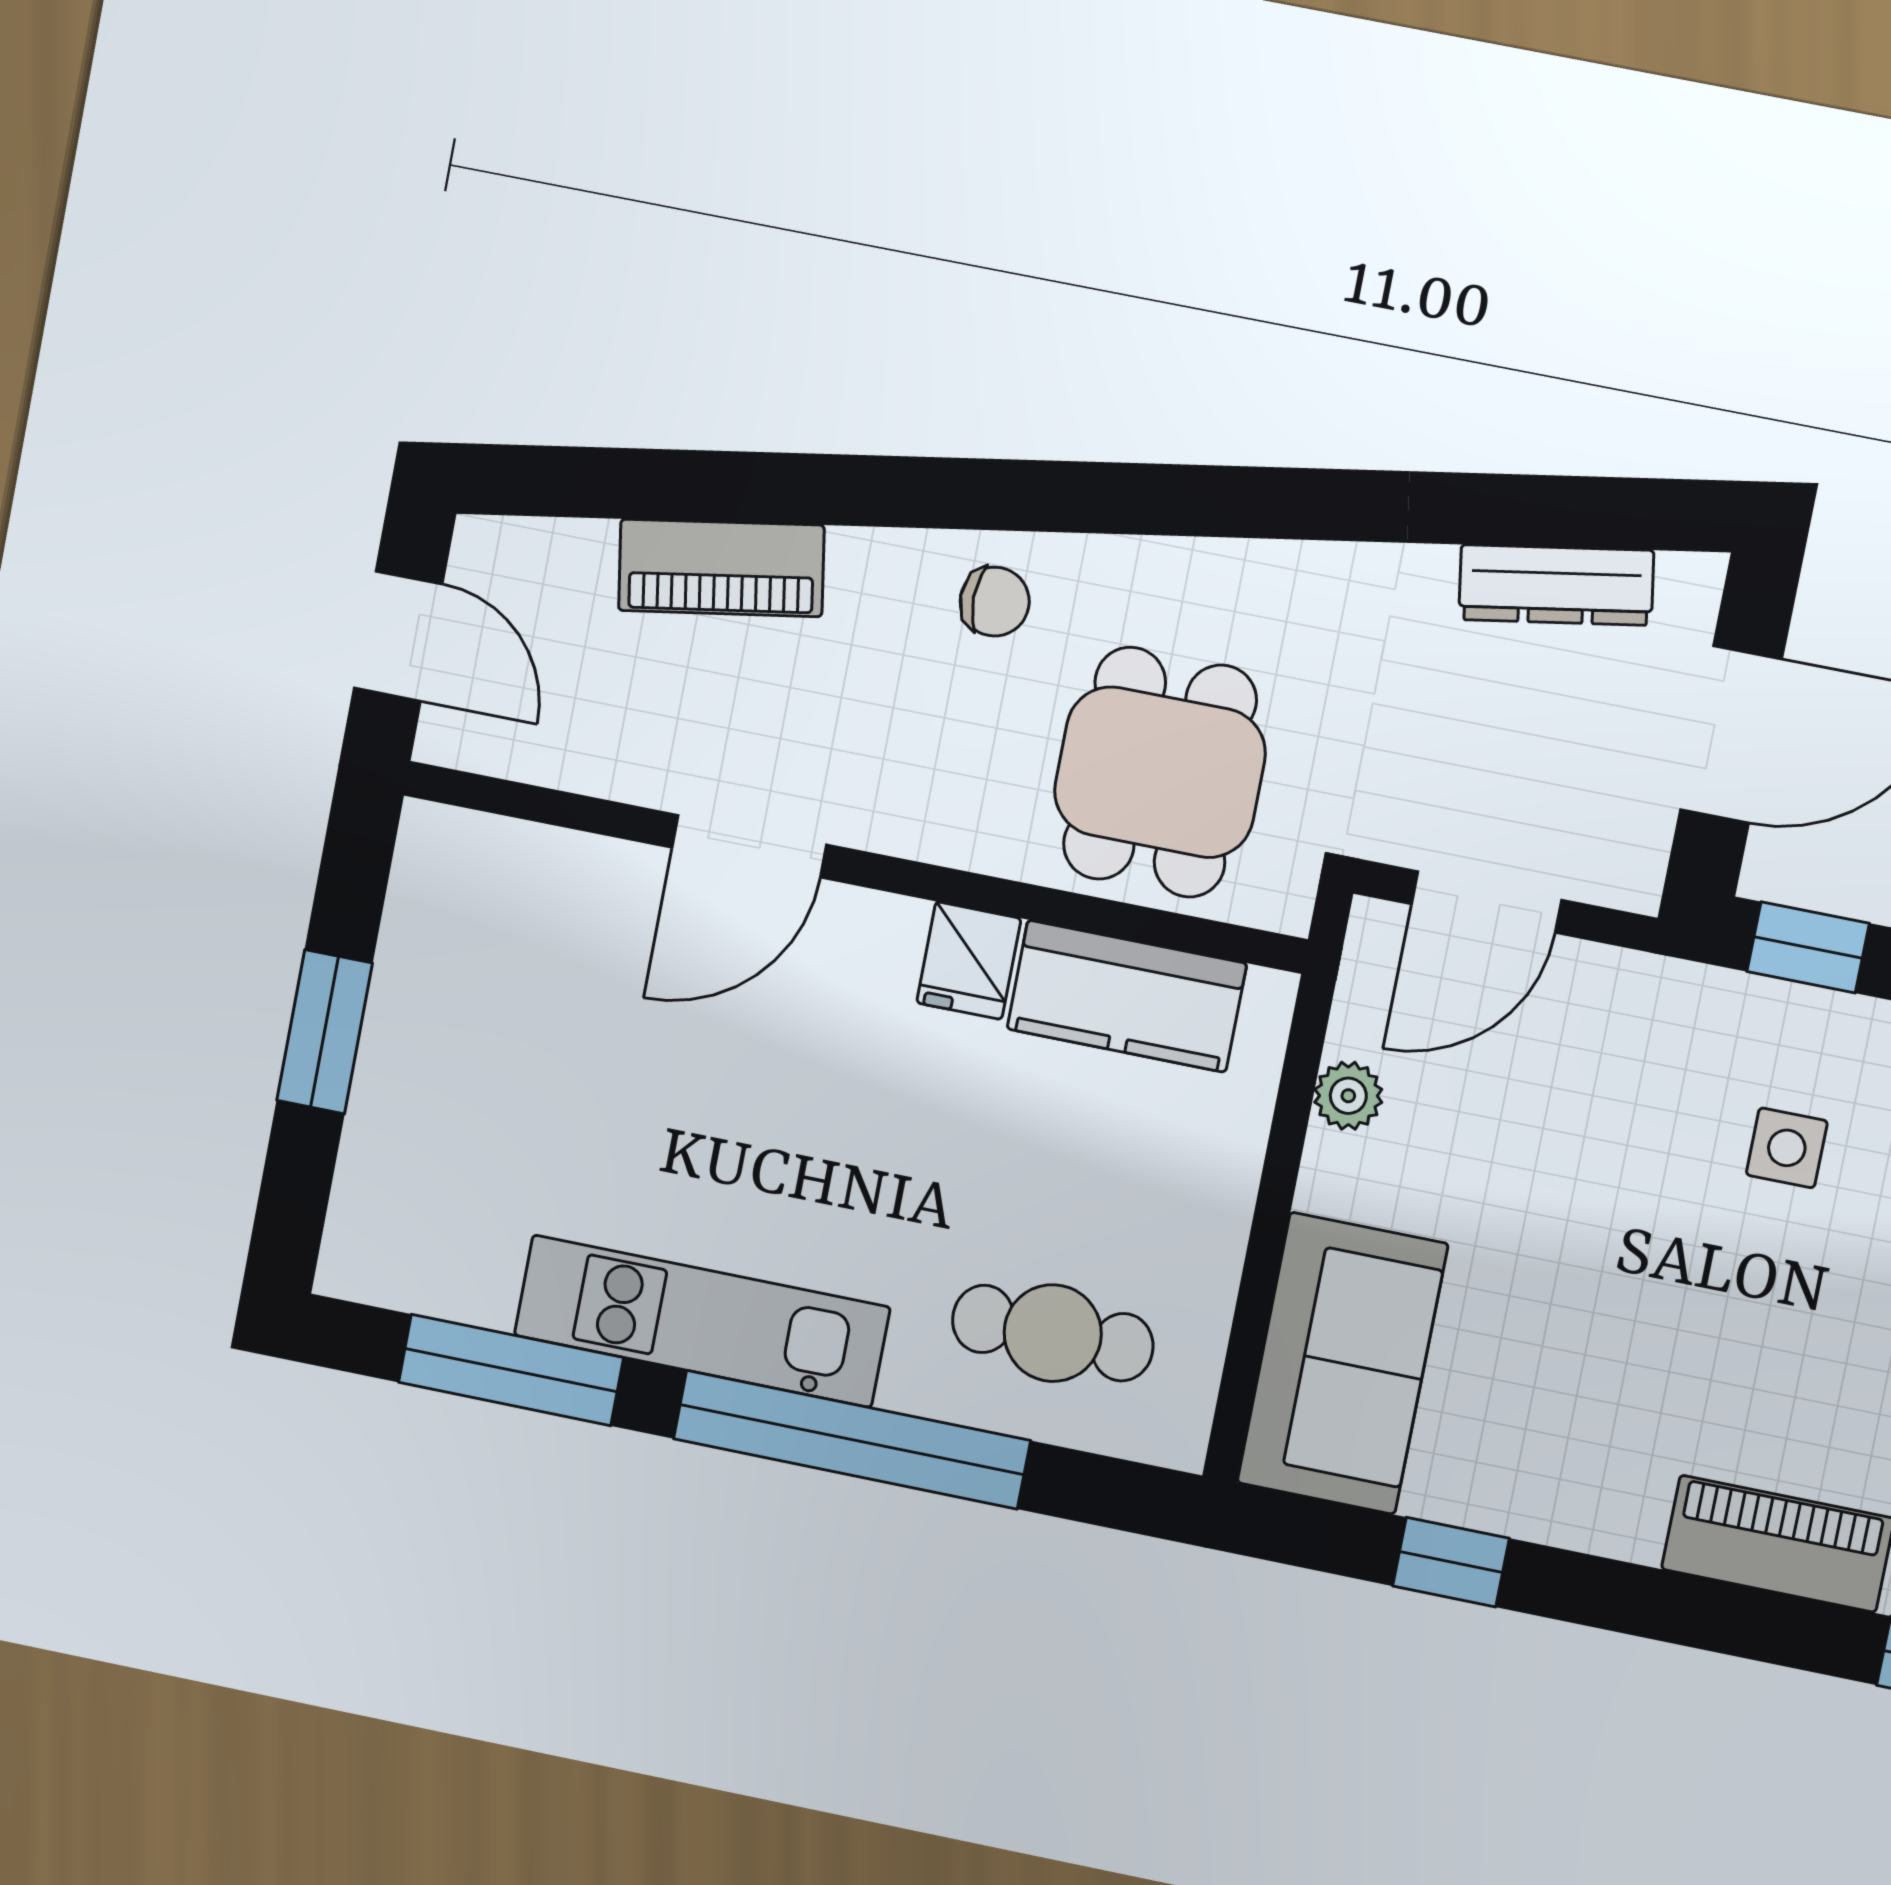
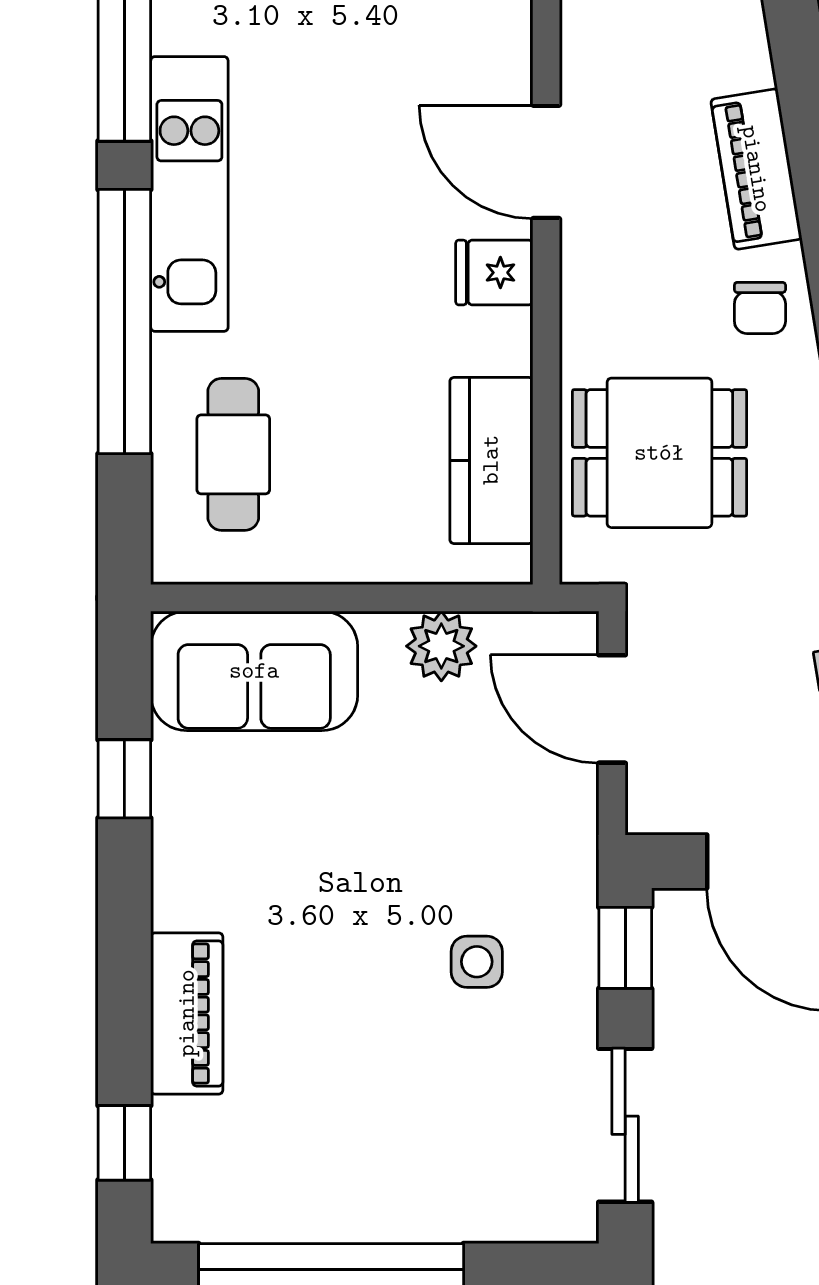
piano: (721, 568) -> (756, 169), moved
fridge: (969, 961) -> (494, 273), moved
plant: (1348, 1096) -> (441, 646), width x1.38, depth x1.38

